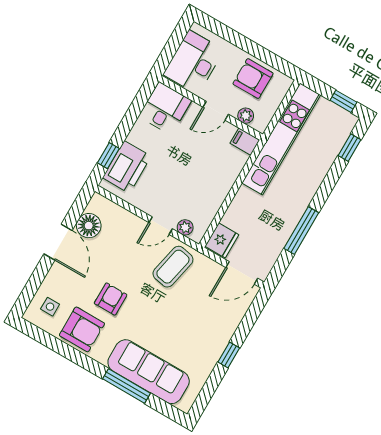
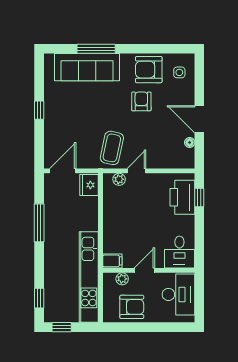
floor lamp: (89, 226) -> (190, 142), width x0.53, depth x0.53
armchair: (111, 299) -> (141, 101), turned 180

